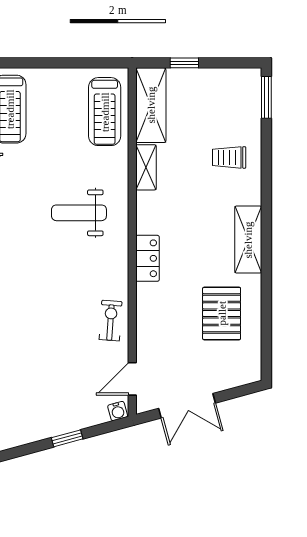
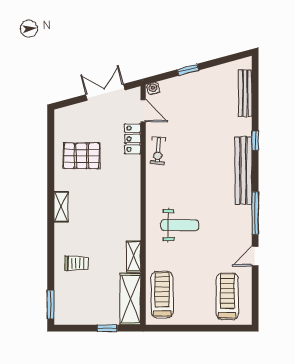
shelving: (248, 240) -> (61, 207), width x0.67, depth x0.75
locker: (147, 258) -> (133, 139), moved
pallet: (222, 313) -> (82, 156), turned 90
door: (132, 379) -> (143, 111), hinge flipped

